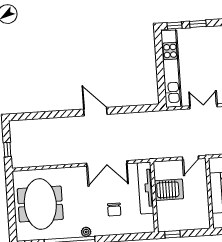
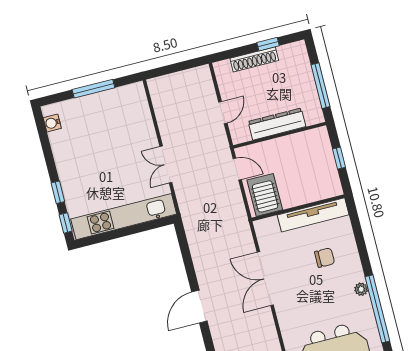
double door: (107, 163) -> (265, 279), swing flipped
tv unit: (146, 188) -> (313, 215), moved
server rack: (169, 190) -> (265, 195), moved
window: (172, 234) -> (339, 158), moved

